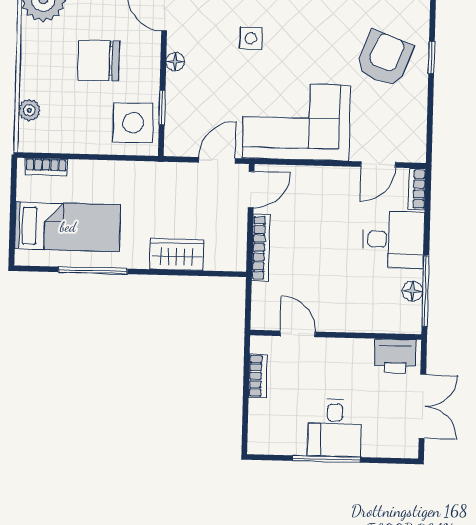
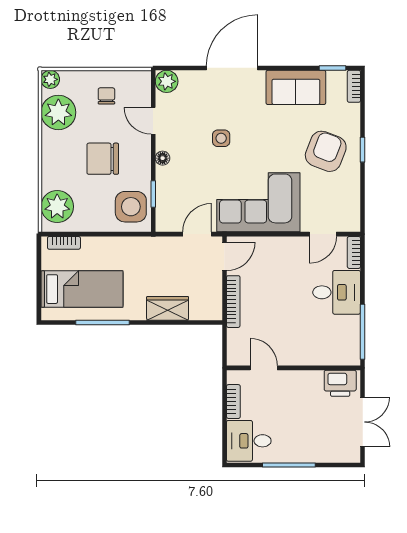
plant: (29, 110) -> (57, 207), width x1.88, depth x1.88
floor lamp: (413, 291) -> (352, 332), removed
desk: (335, 428) -> (249, 441), moved, turned 90

